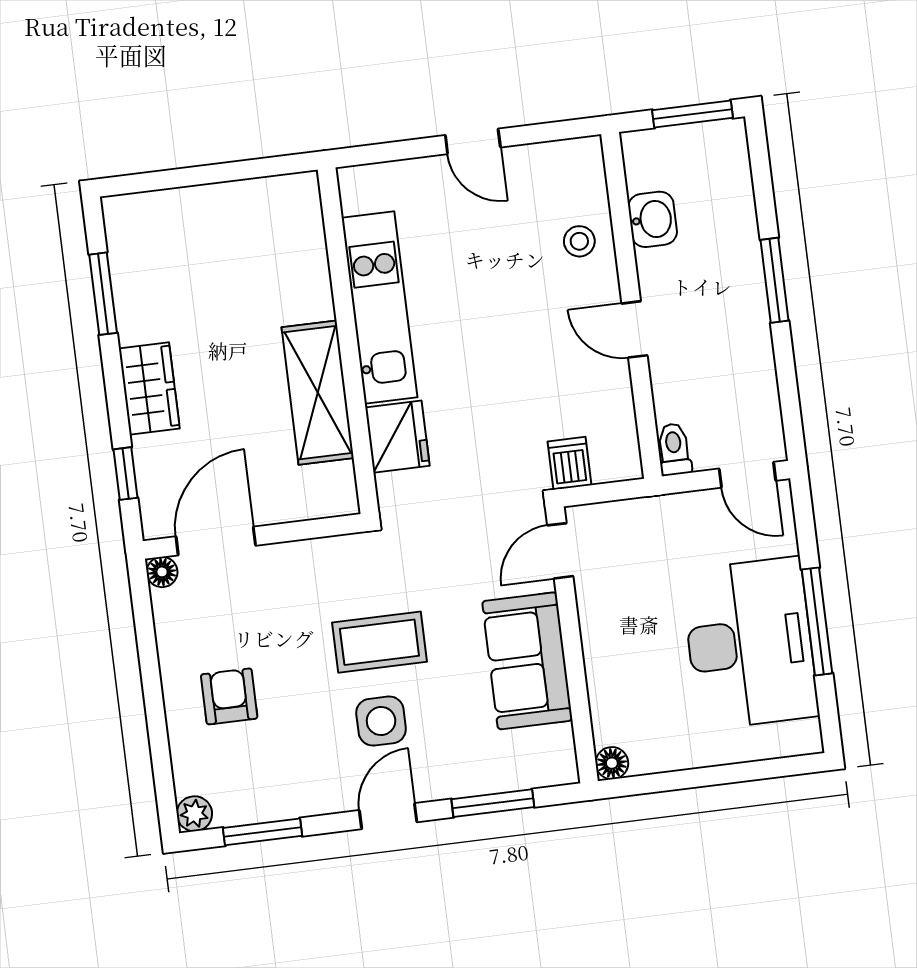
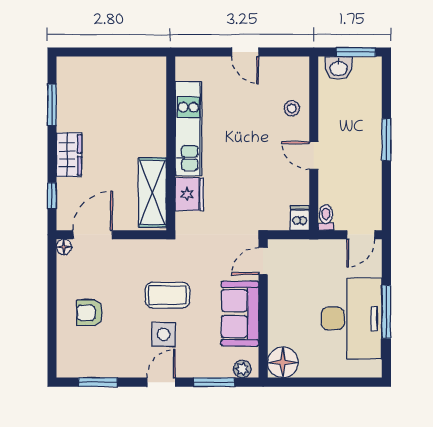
washbasin: (653, 219) -> (338, 68), moved, turned 90
shelving: (318, 393) -> (152, 192), moved
dishwasher: (569, 463) -> (300, 218), moved
door: (747, 475) -> (361, 235), hinge flipped
armchair: (229, 696) -> (90, 313), turned -90
floor lamp: (612, 763) -> (283, 362), width x1.89, depth x1.89
plant: (194, 814) -> (242, 369), moved

